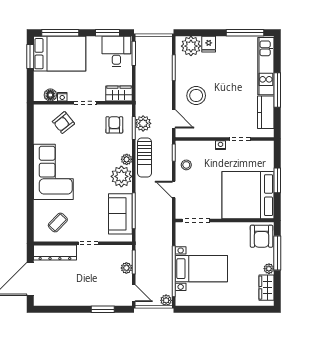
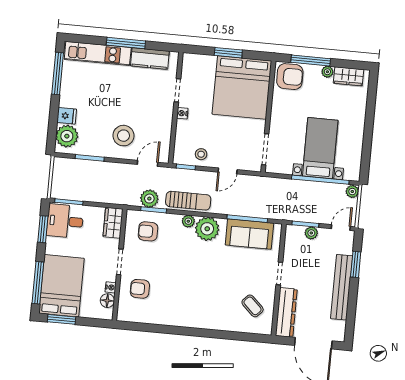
armchair: (63, 123) -> (140, 289), turned 129
corner sofa: (53, 172) -> (195, 306), removed
bench: (81, 299) -> (342, 287), added

